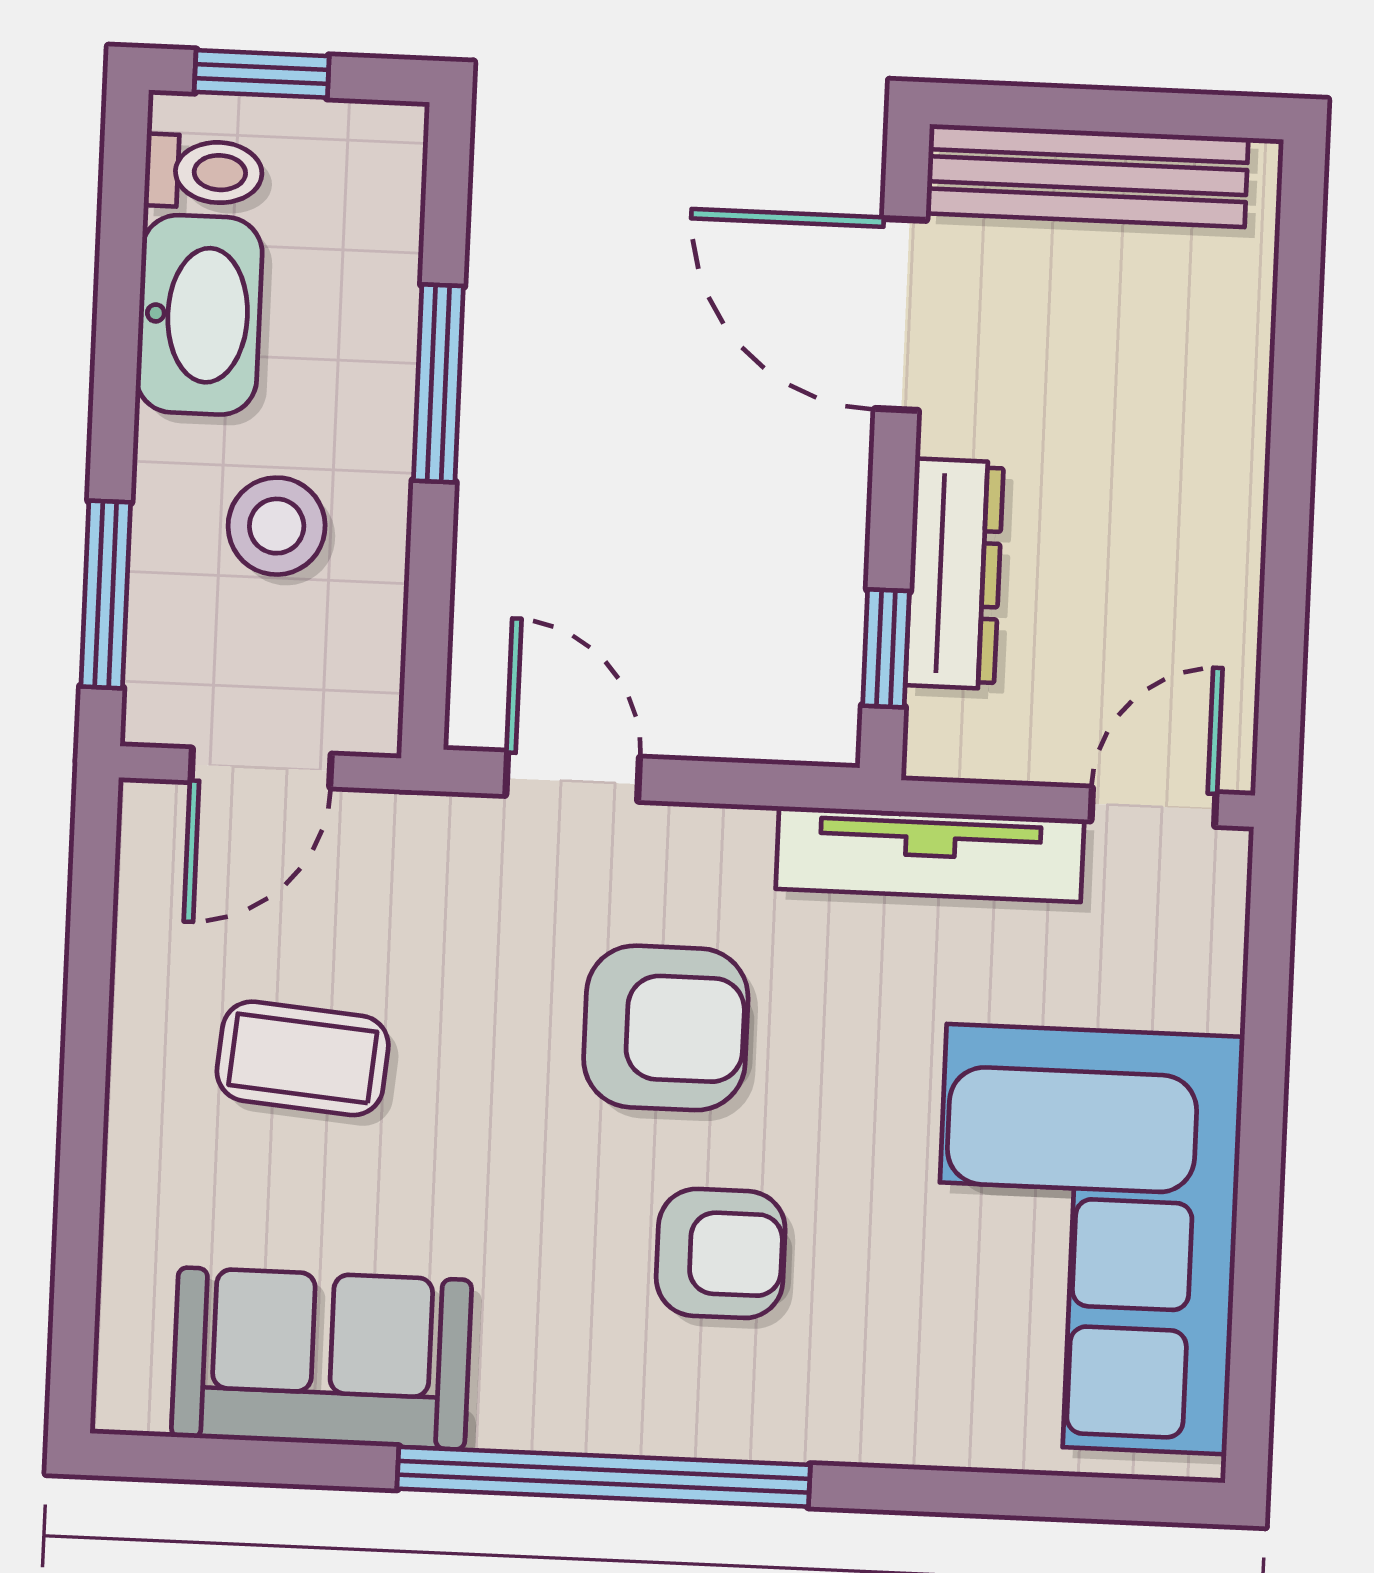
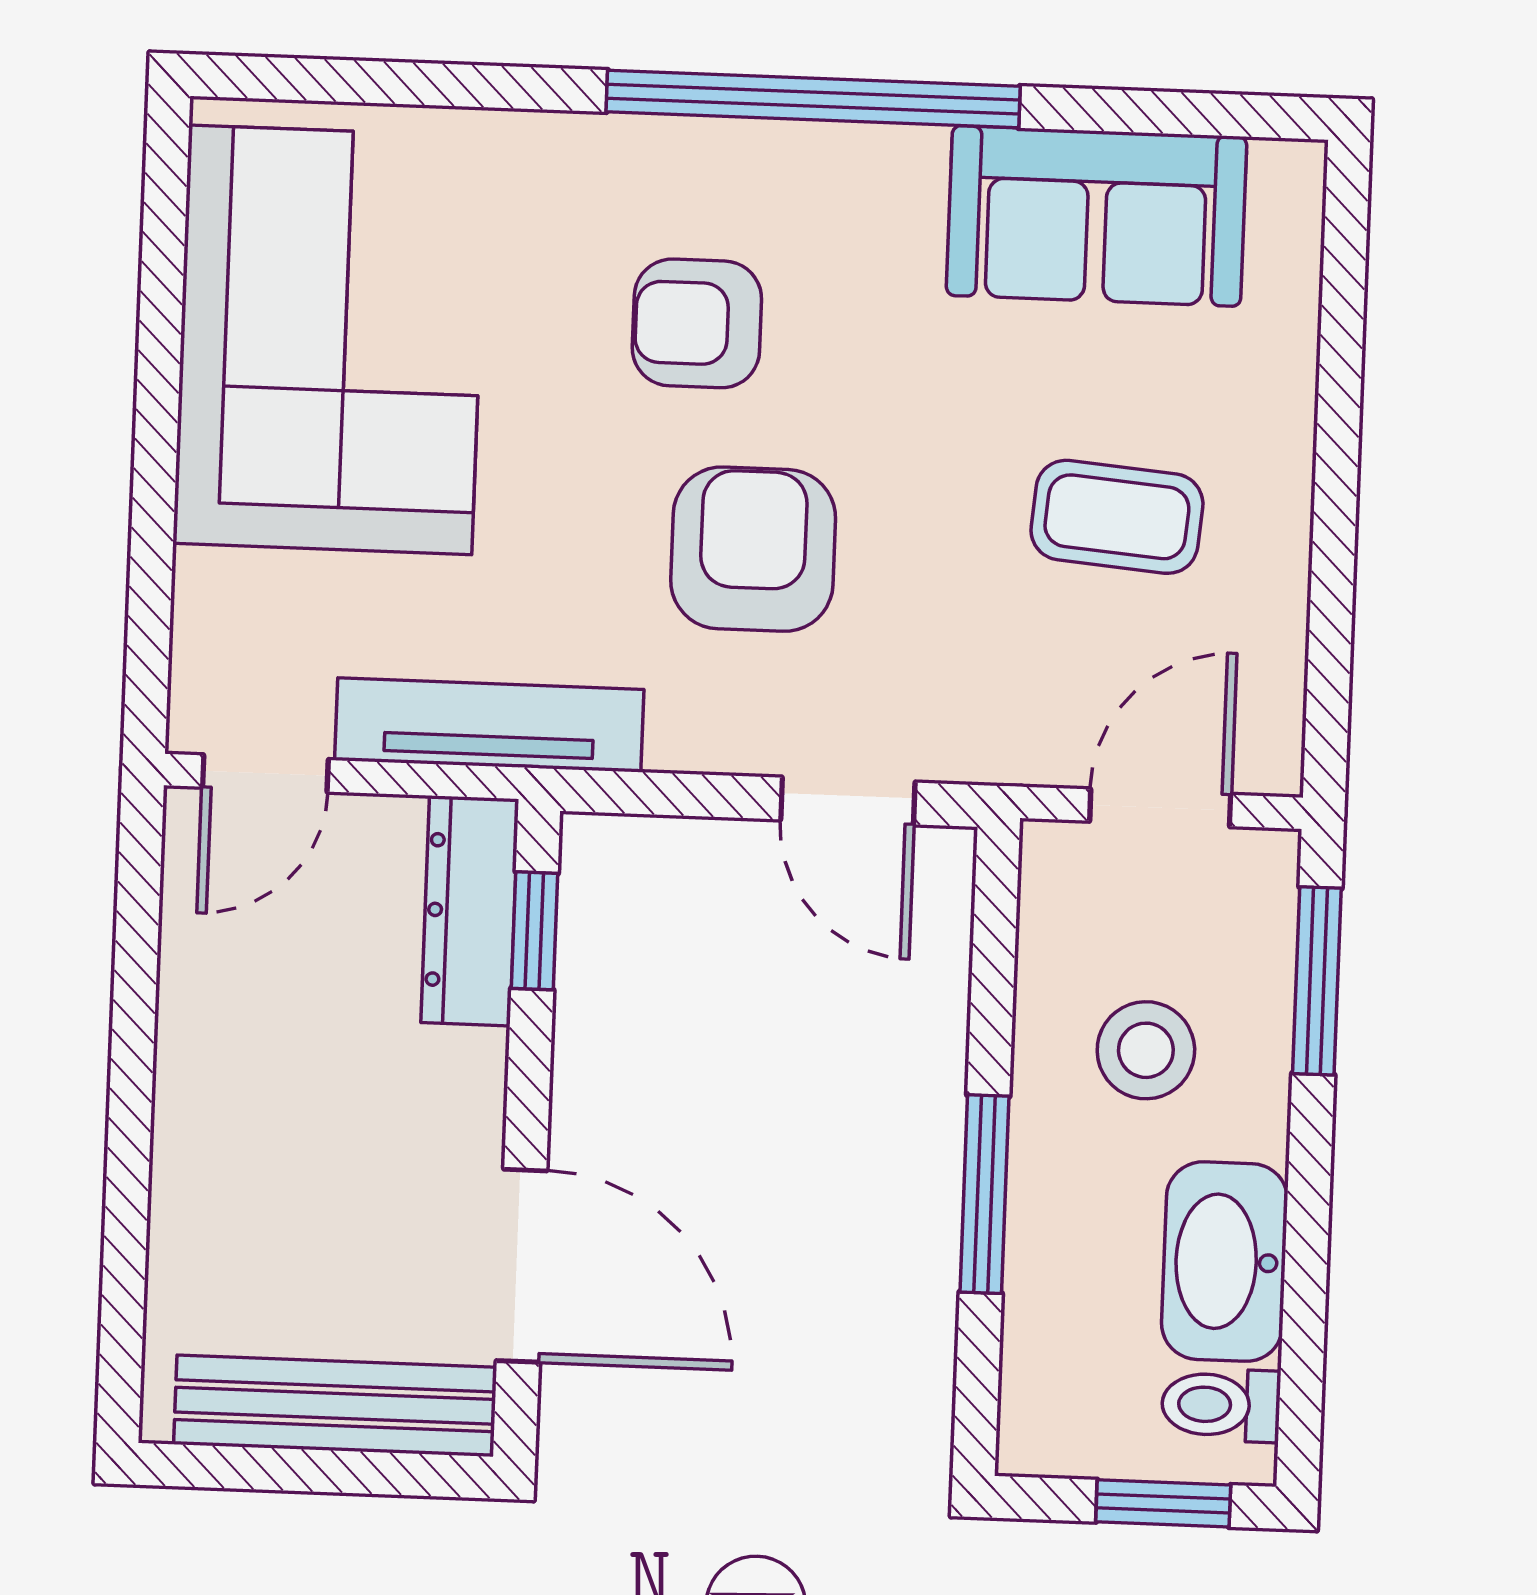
dresser: (954, 574) -> (470, 911), moved
armchair: (666, 1028) -> (753, 549), turned 90

